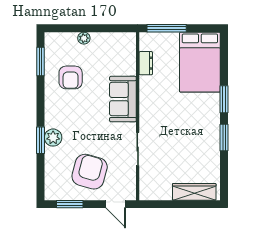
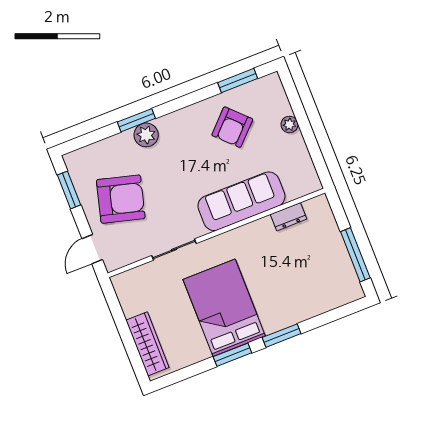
window: (167, 28) -> (355, 255), moved
bed: (200, 62) -> (224, 308), moved, turned 90
armchair: (71, 77) -> (232, 127), turned -45
sofa: (123, 99) -> (241, 201), width x1.36

